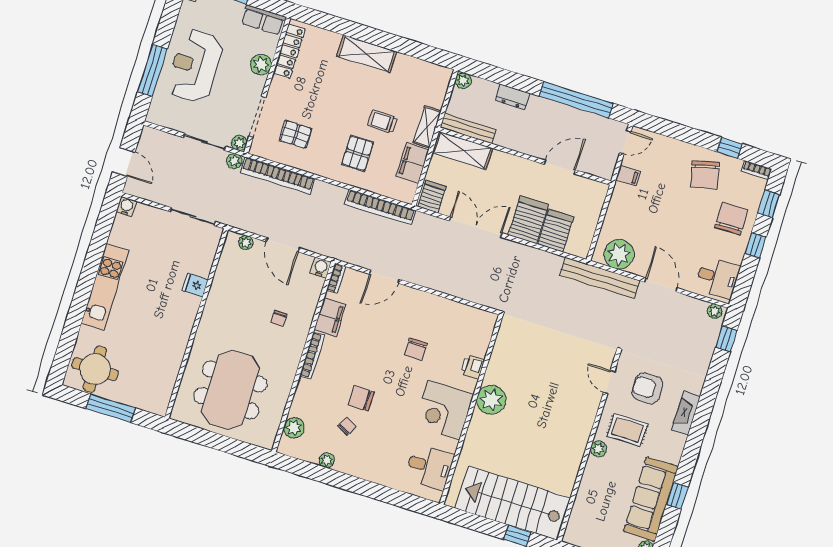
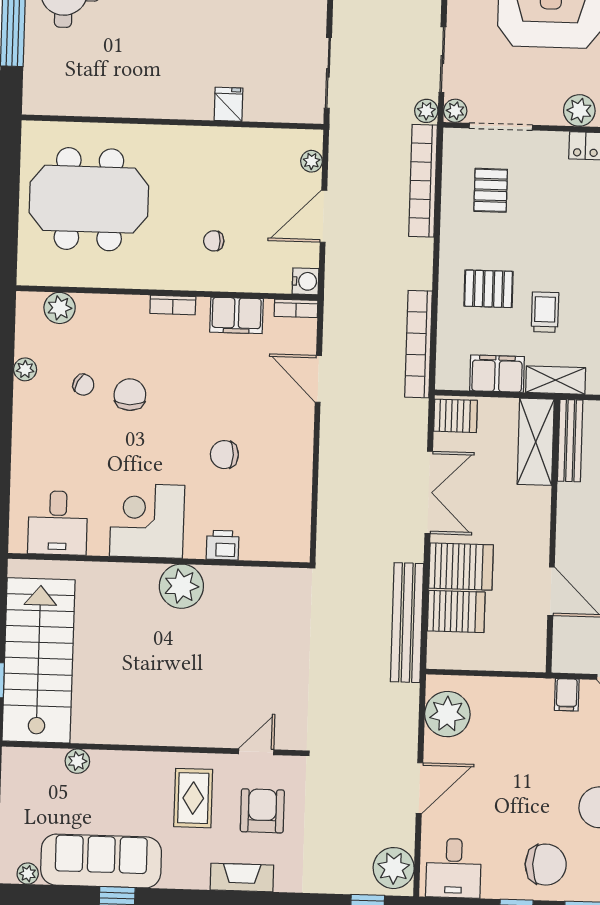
bench: (600, 278) -> (407, 623), moved
plant: (715, 311) -> (394, 868), width x1.88, depth x1.88
bookcase: (312, 356) -> (173, 305), width x0.64
plant: (598, 449) -> (77, 761), moved

